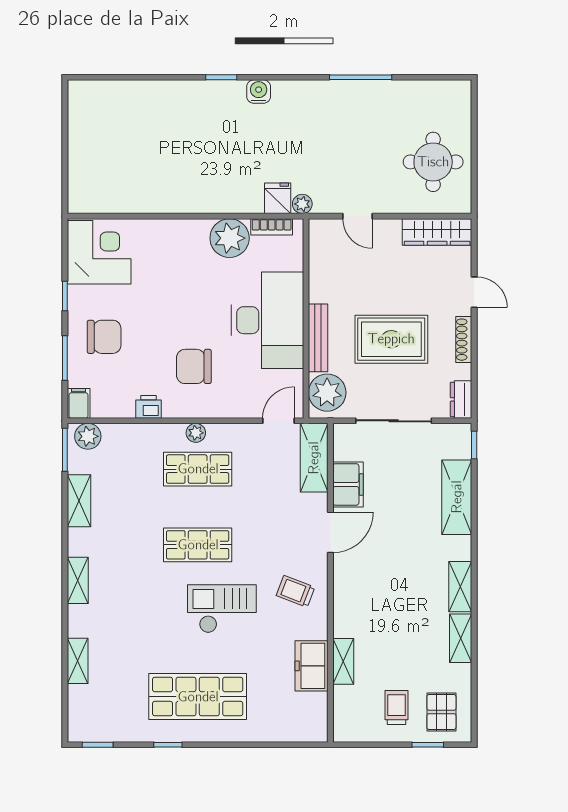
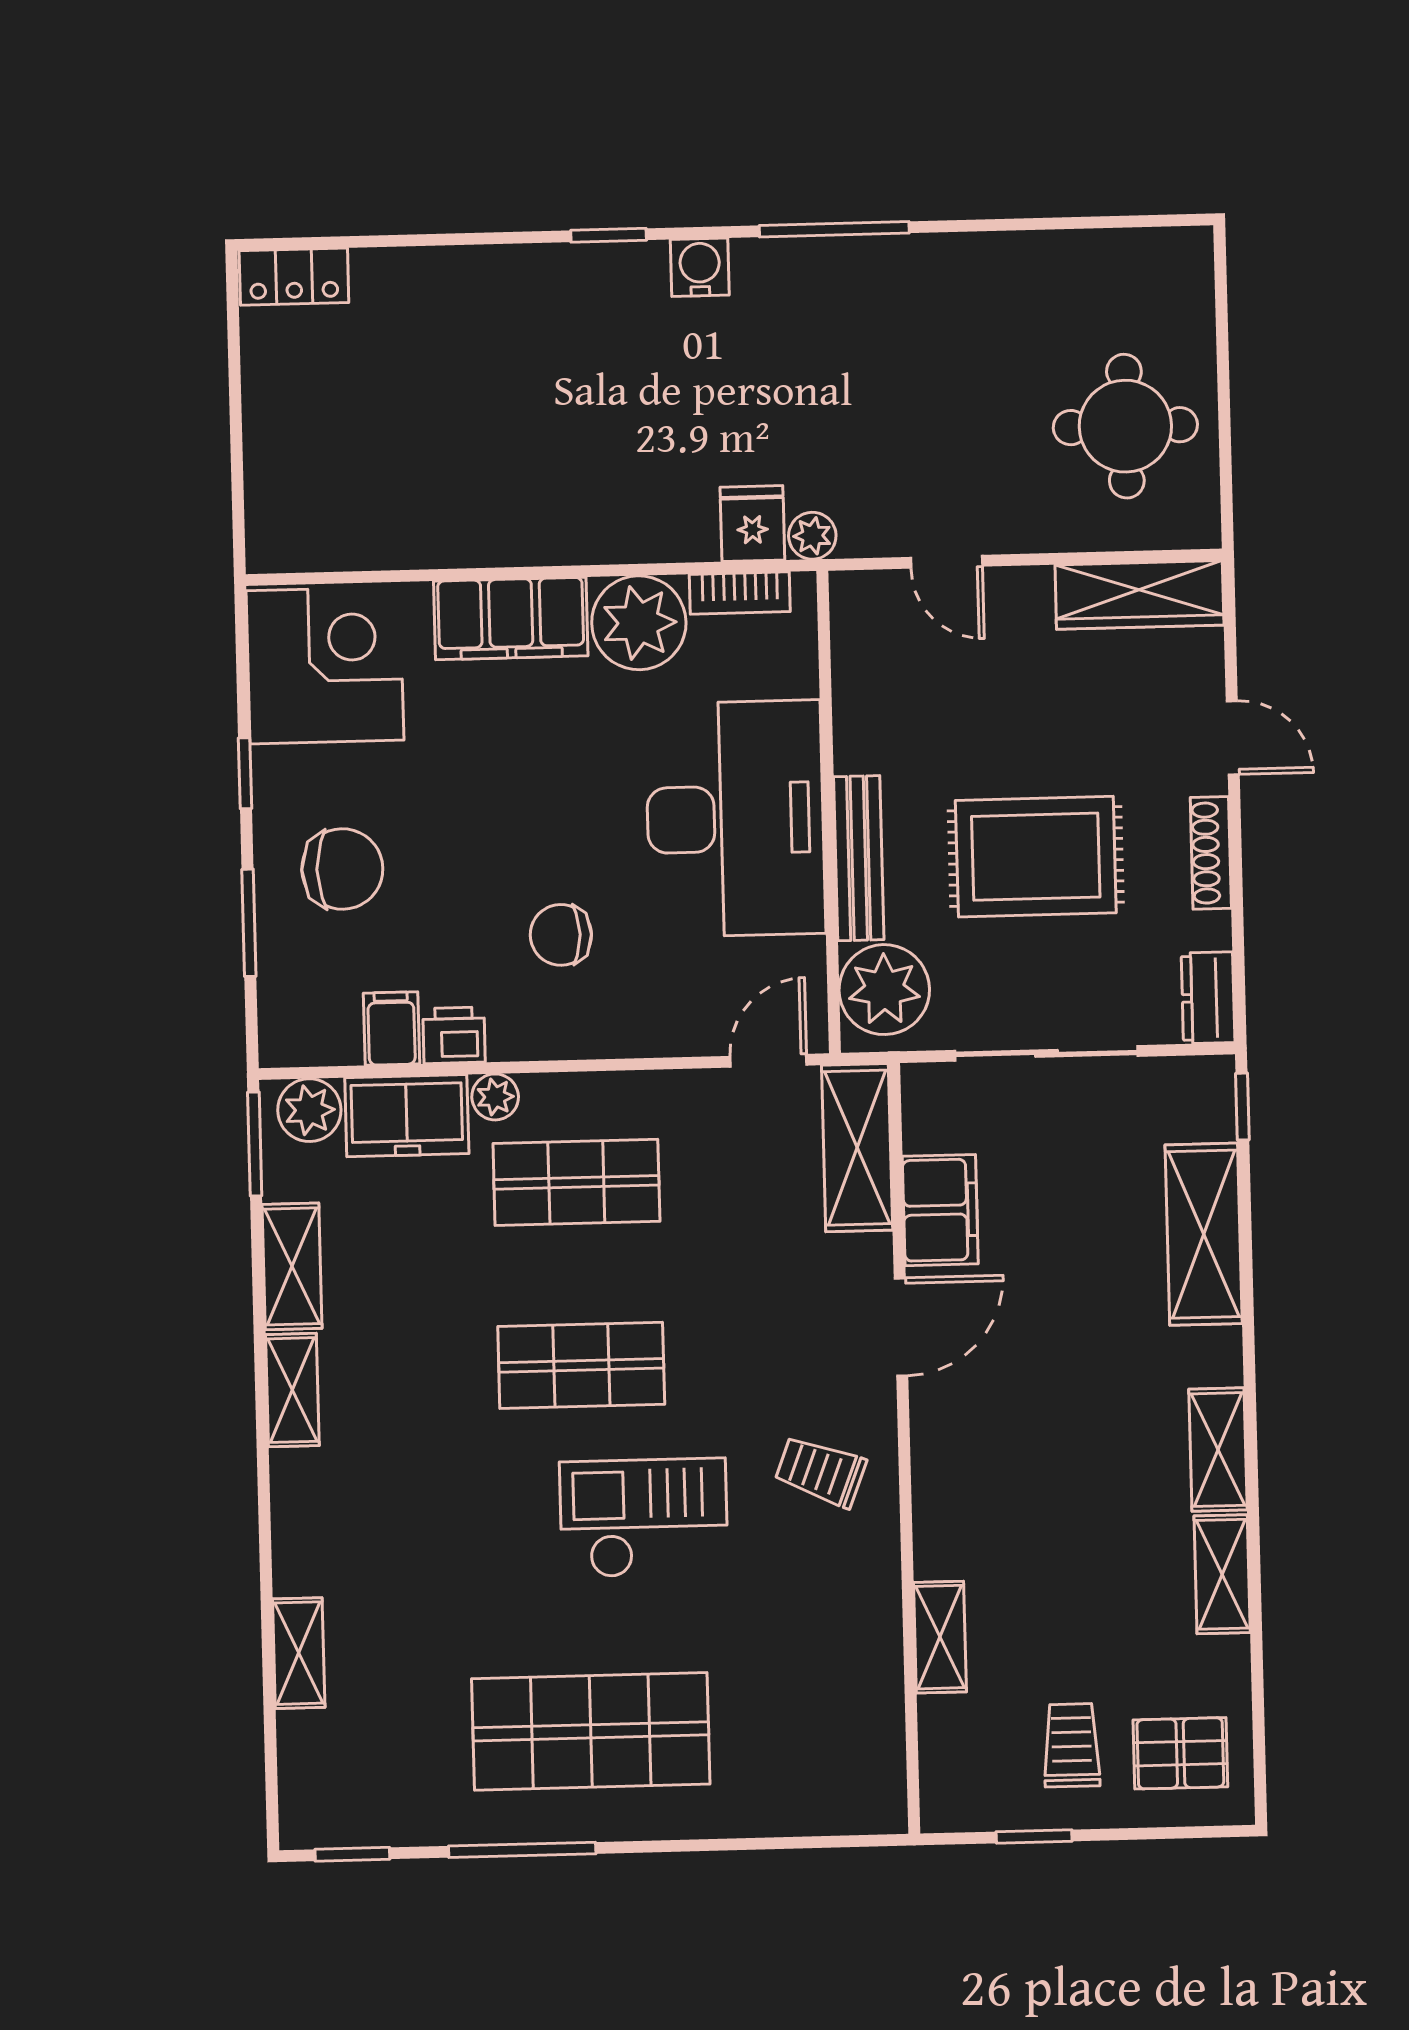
window: (361, 77) -> (834, 229), moved
locker: (90, 91) -> (294, 277), added
filing cabinet: (177, 235) -> (511, 619), added
chair: (194, 366) -> (561, 935), width x0.73, depth x0.73
filing cabinet: (79, 403) -> (391, 1028), moved
plant: (196, 433) -> (495, 1097), moved
shelving: (78, 580) -> (292, 1390), moved
freezer: (312, 666) -> (407, 1116), moved, turned -90
pallet: (441, 712) -> (1180, 1753), turned 90
window: (168, 745) -> (522, 1850), width x2.17
window: (428, 745) -> (1034, 1836), moved

